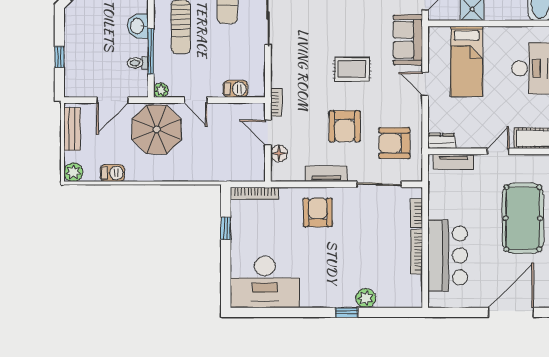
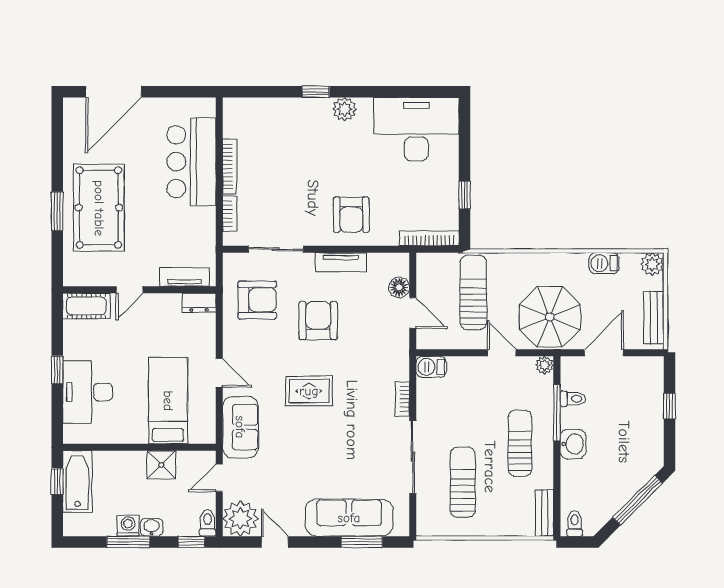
barbecue: (235, 89) -> (431, 367), moved
bookcase: (276, 102) -> (402, 399), moved
sun lounger: (219, 149) -> (473, 292), added
plant: (366, 298) -> (345, 109), moved

